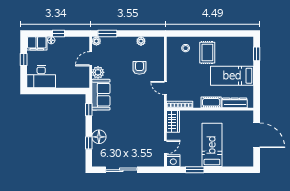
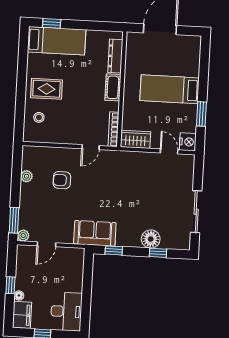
door: (91, 59) -> (46, 244), hinge flipped
plant: (98, 72) -> (65, 236), removed
bed: (232, 76) -> (57, 41), moved, turned -90

